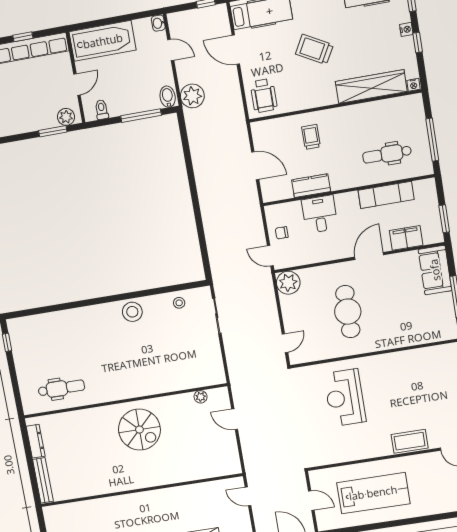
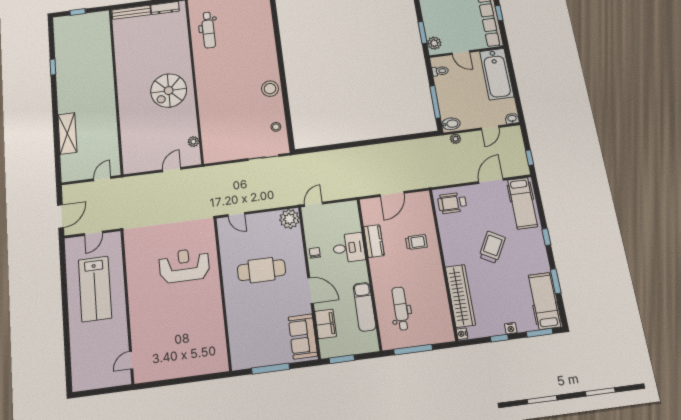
plant: (192, 96) -> (455, 139), width x0.53, depth x0.53
chair: (282, 233) -> (315, 253), moved
sofa: (435, 270) -> (303, 336), moved, turned -90
coffee table: (410, 441) -> (140, 323), removed

